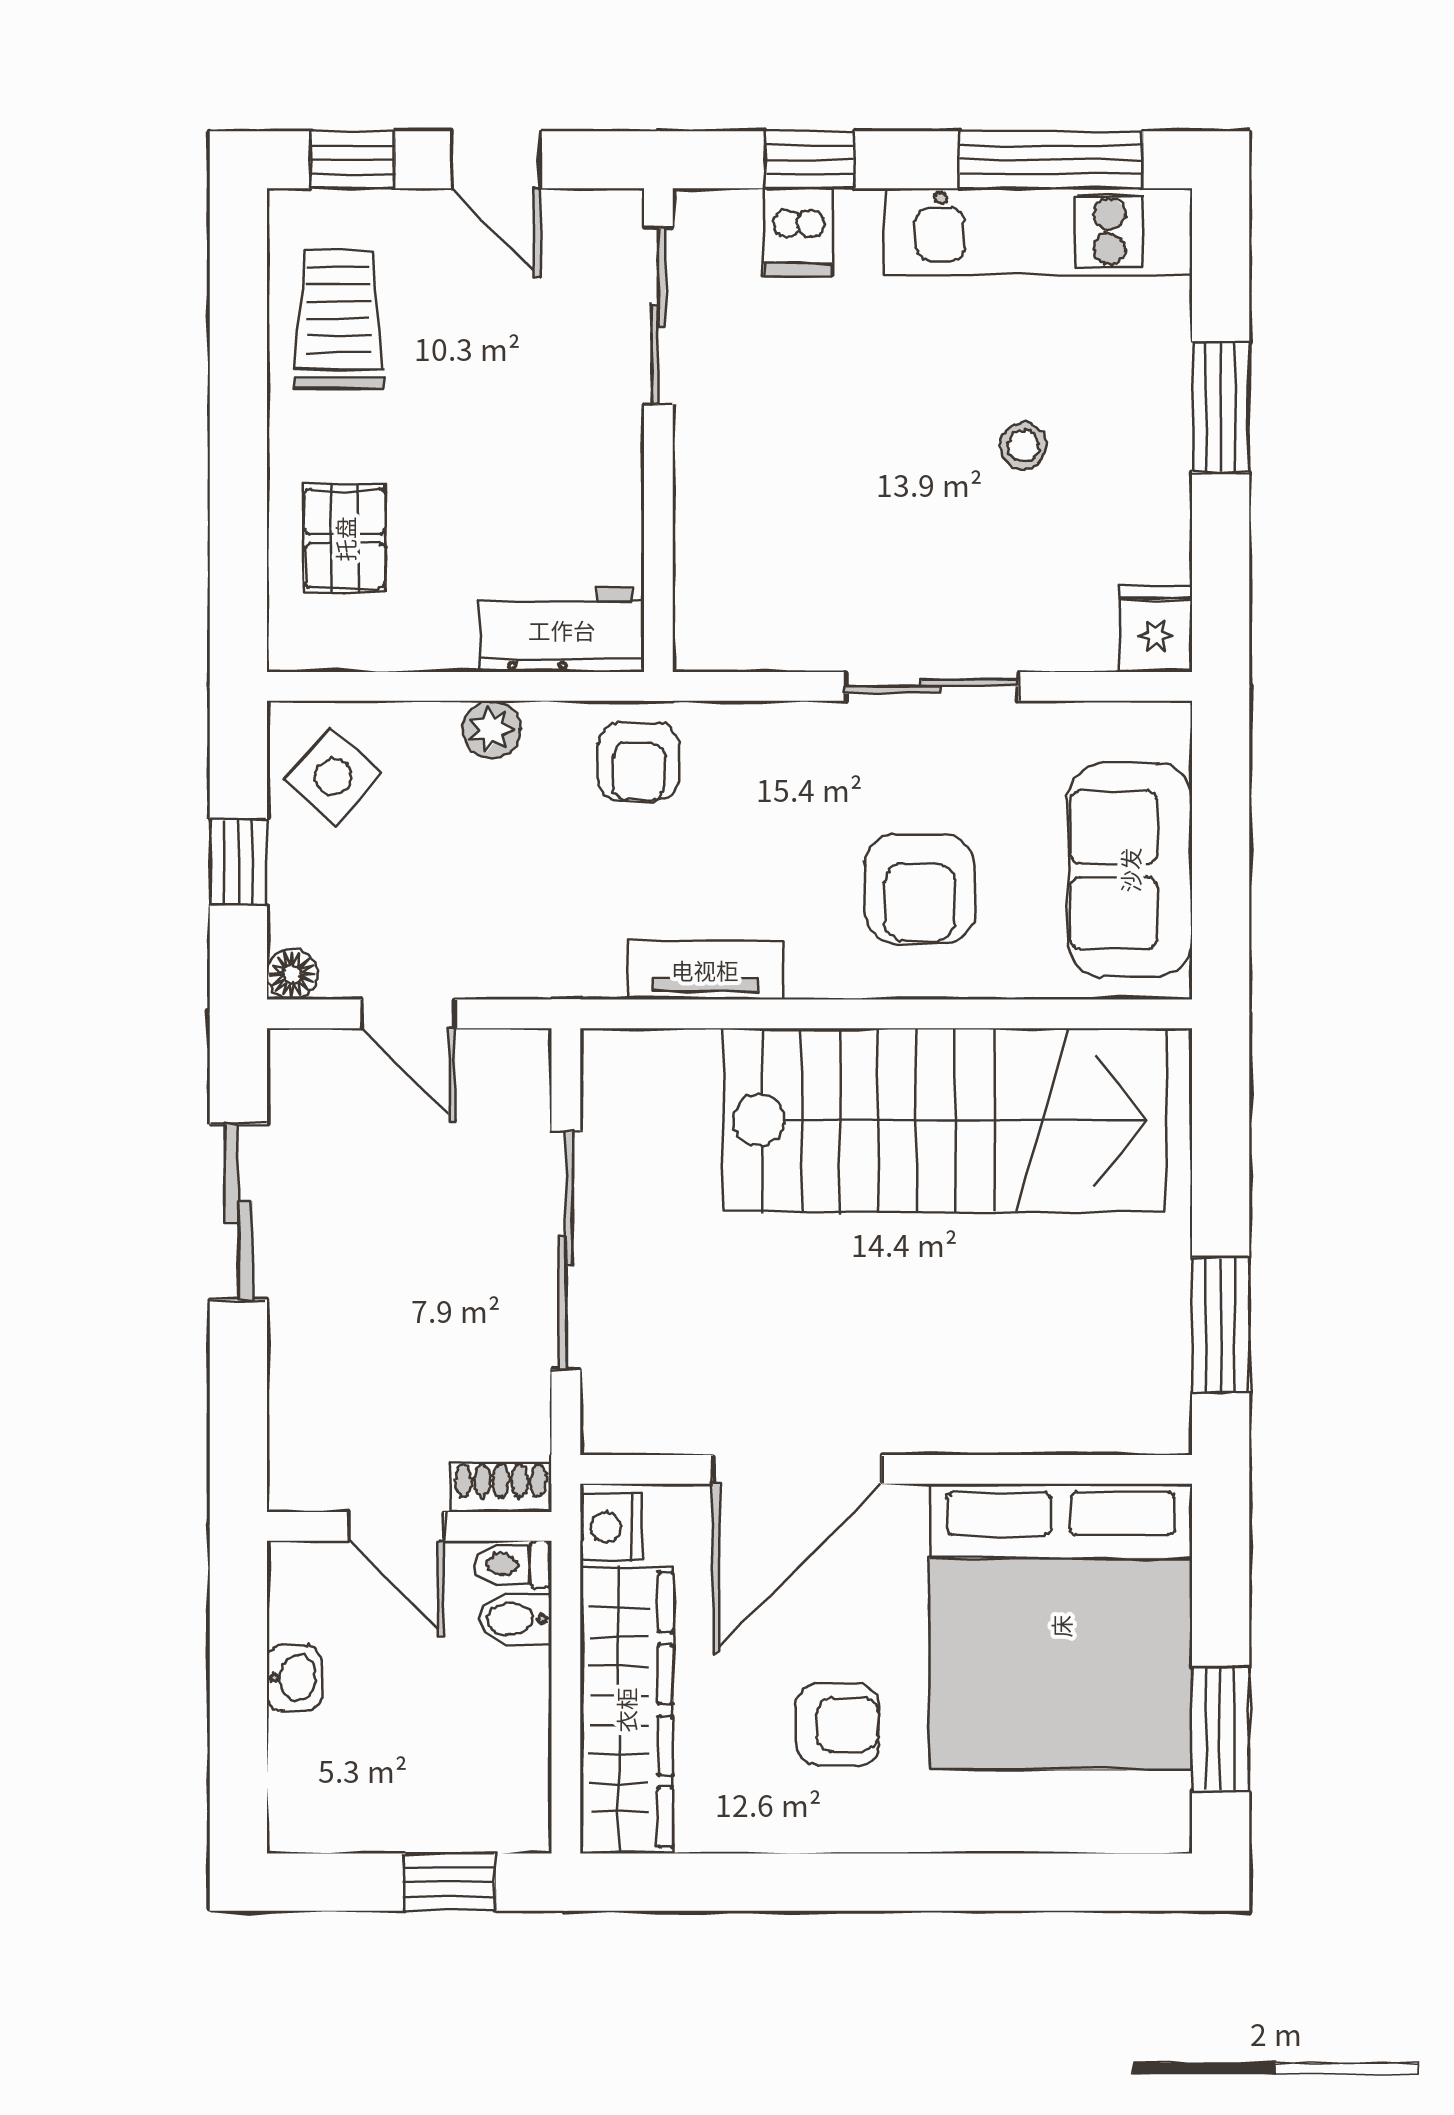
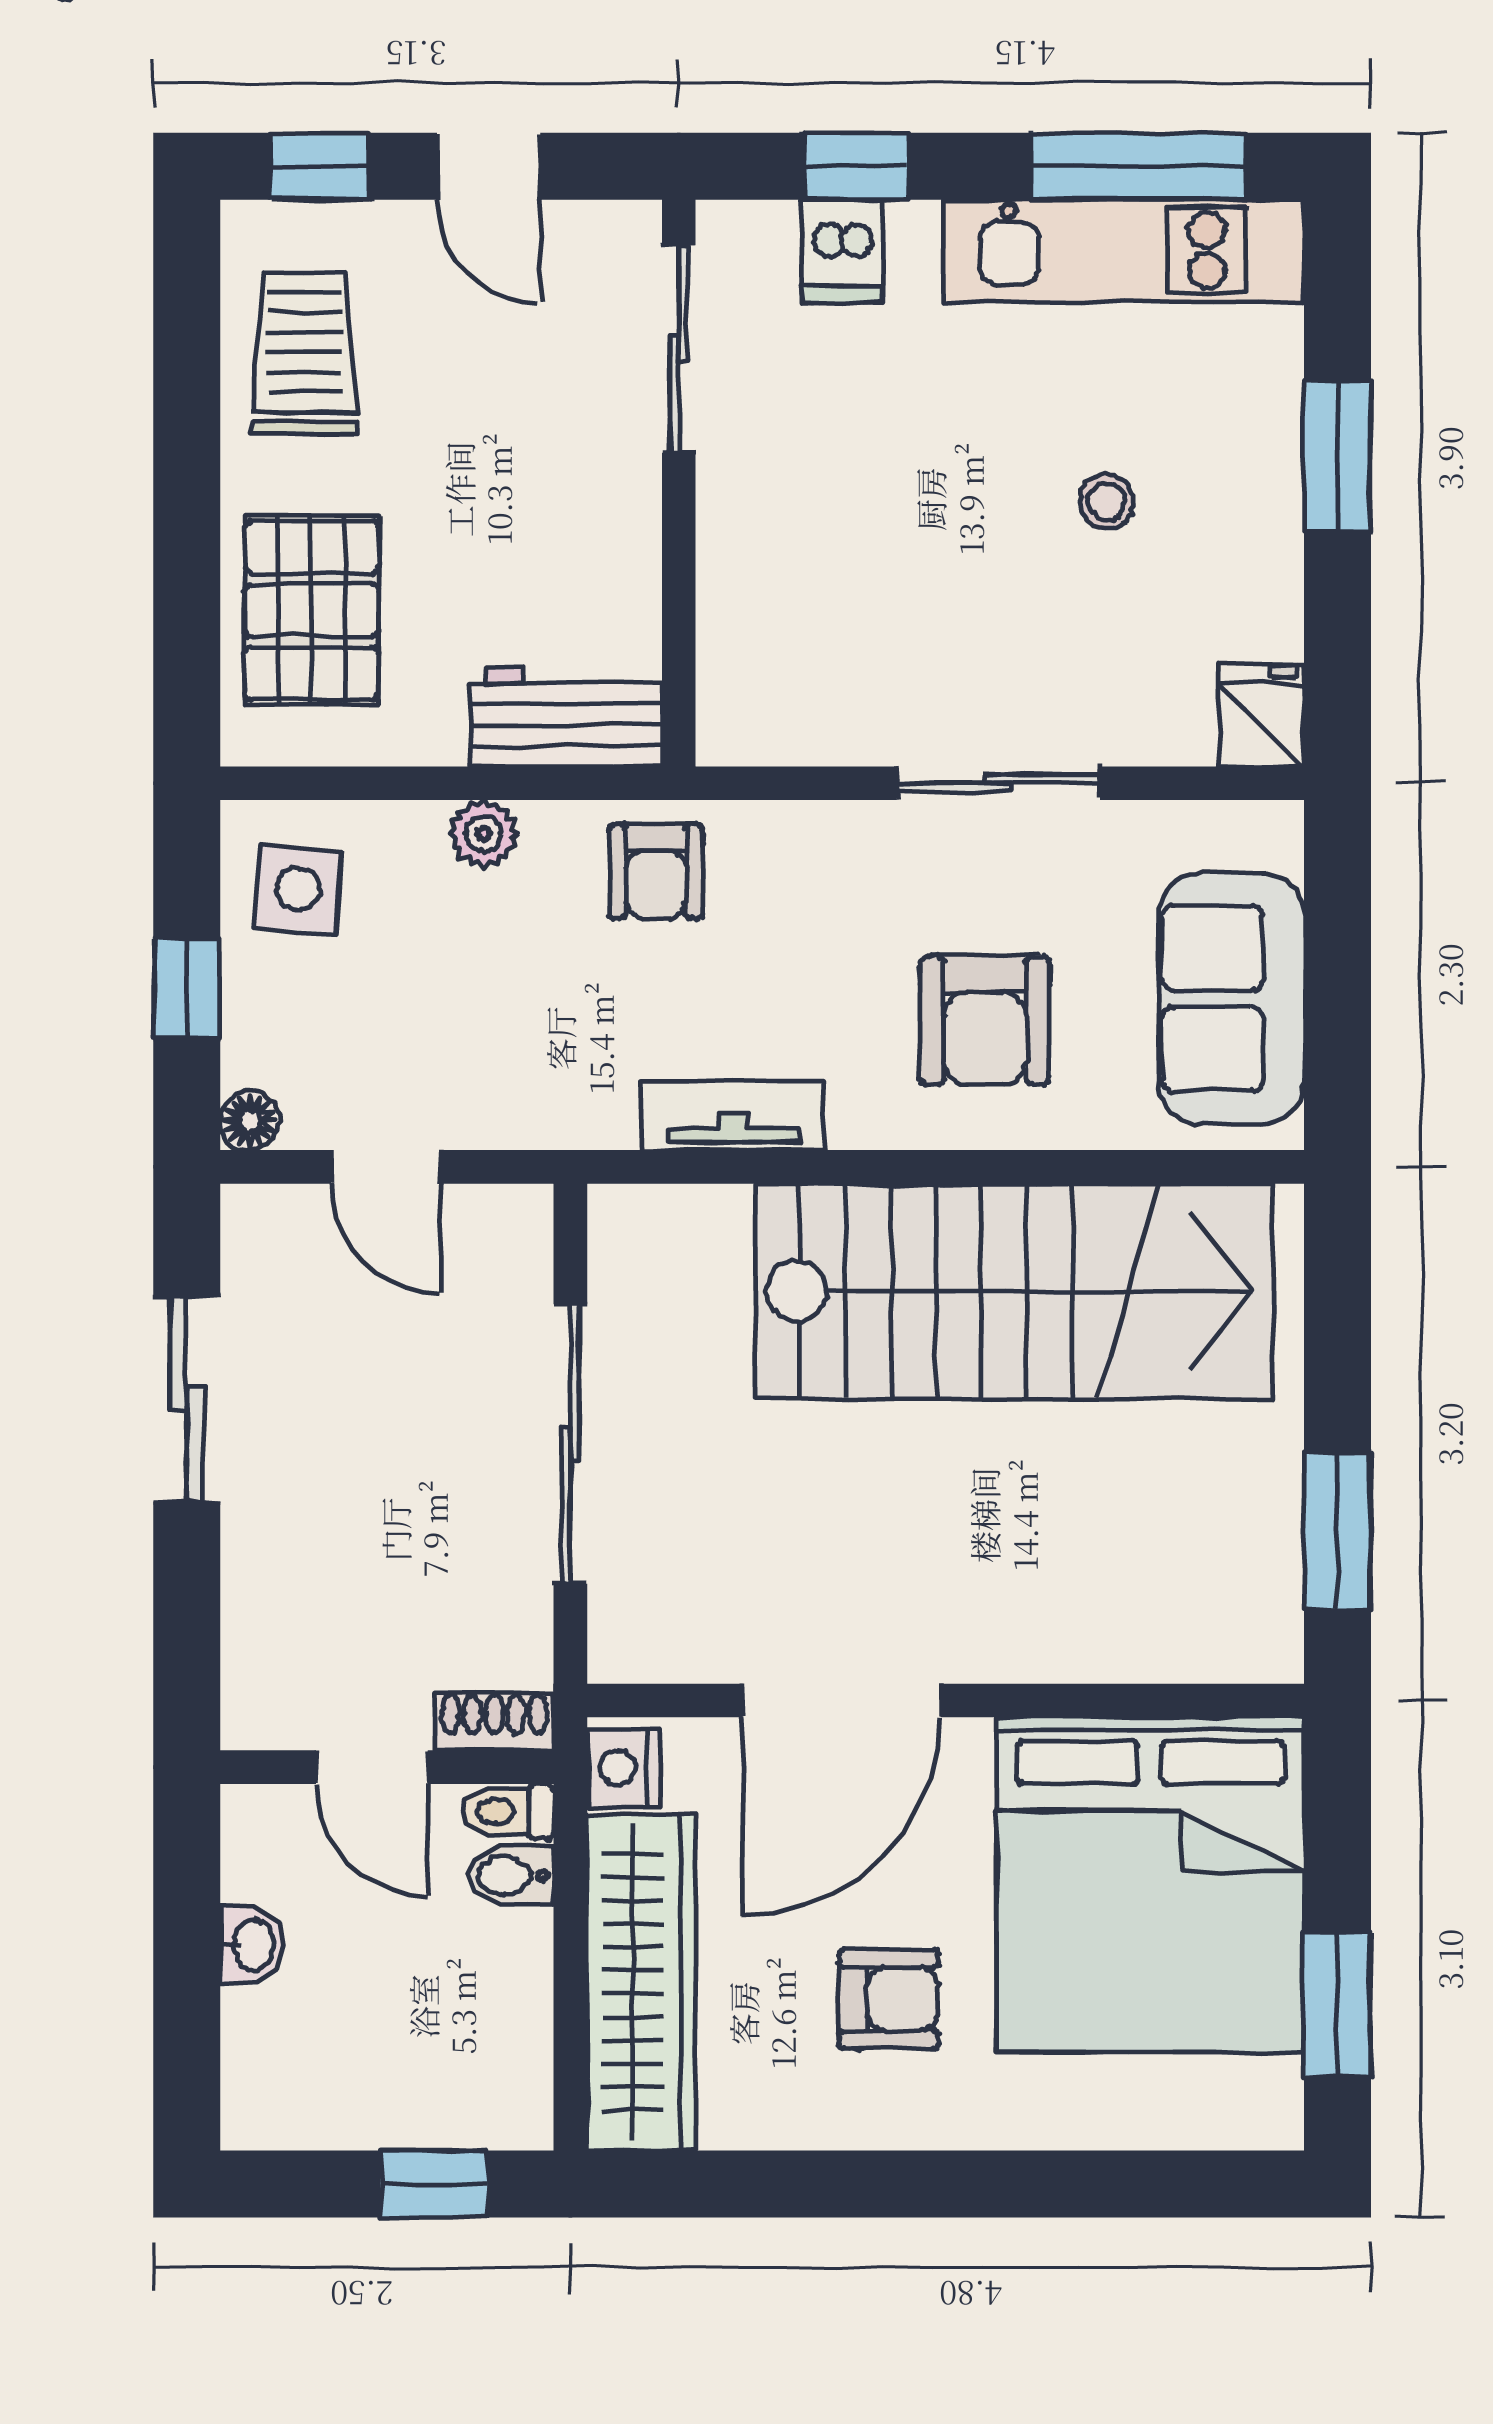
pallet: (345, 539) -> (311, 610), width x1.50, depth x1.42
side table: (333, 777) -> (298, 889), turned -38

